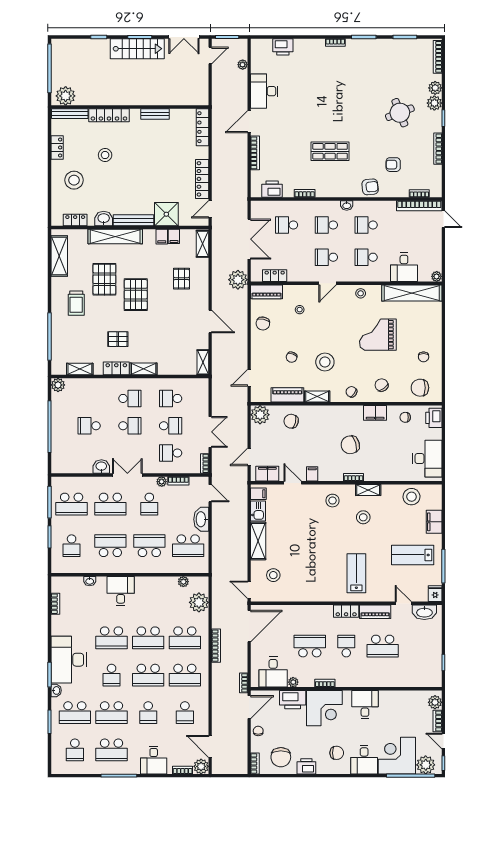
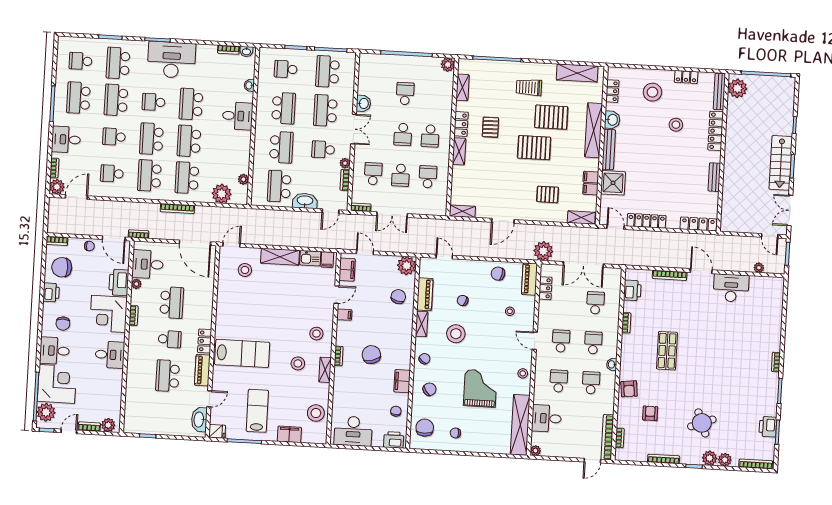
printer: (283, 47) -> (768, 427), moved
lab bench: (356, 573) -> (242, 353), width x1.36, depth x1.39
washbasin: (56, 690) -> (246, 51), moved

